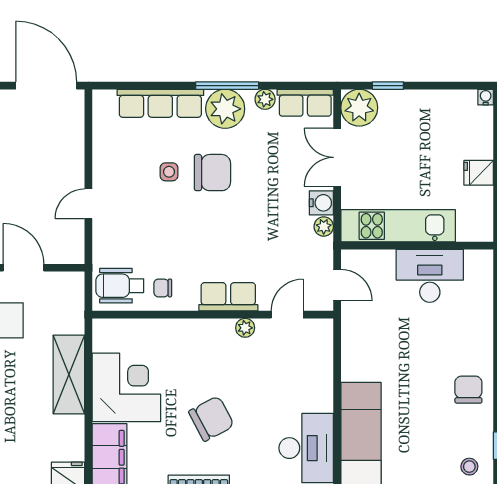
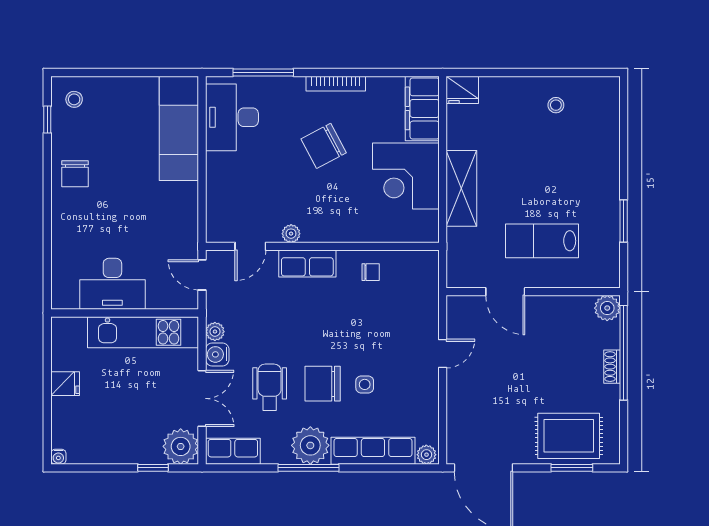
plant: (265, 99) -> (426, 455), moved
wheelchair: (120, 286) -> (270, 387), moved, turned -90

